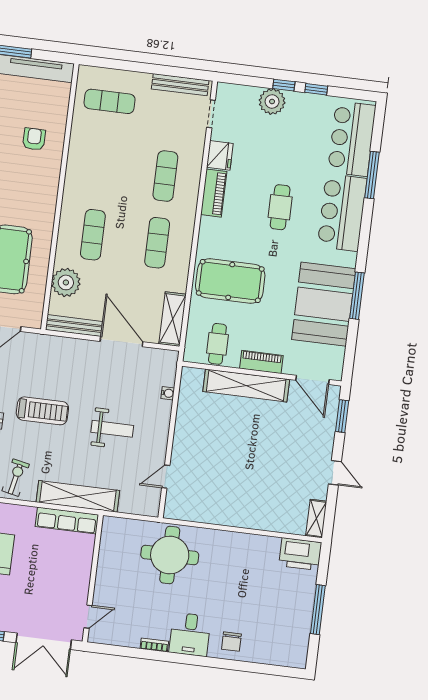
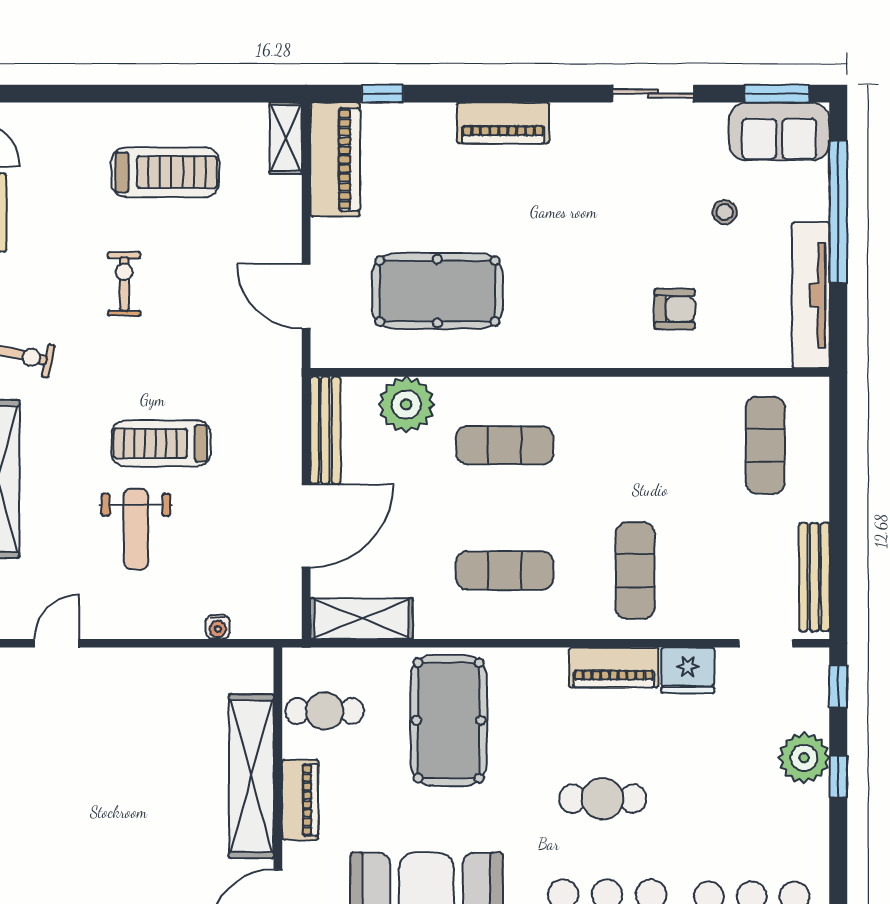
window: (316, 89) -> (838, 687), moved
exercise mat: (165, 176) -> (635, 571), turned 90
treadmill: (42, 411) -> (161, 443), moved, turned 90
door: (166, 477) -> (57, 643), hinge flipped

